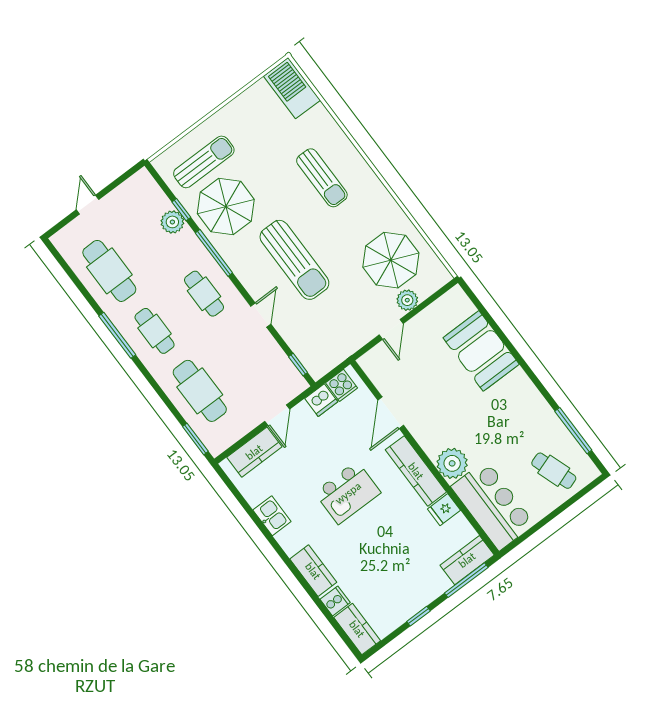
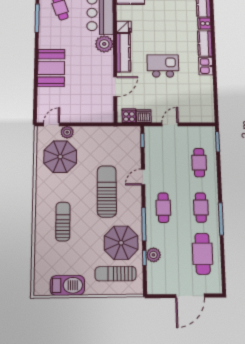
barbecue: (292, 88) -> (67, 285), moved, turned -90
door: (88, 205) -> (190, 296), width x1.88
door: (391, 329) -> (52, 124), moved
booth: (481, 351) -> (51, 68), moved
cafe table: (200, 391) -> (199, 163), width x0.73, depth x0.74
kitchen counter: (254, 452) -> (193, 115), removed
kitchen sink: (272, 516) -> (206, 66), moved

